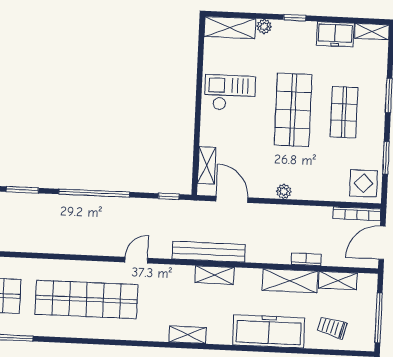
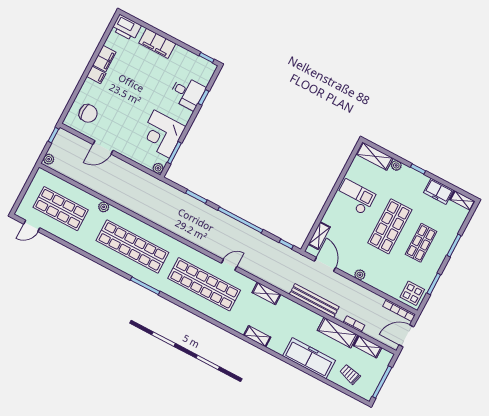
bench: (209, 252) -> (314, 301), moved
door: (136, 260) -> (229, 265), moved
shelving: (214, 275) -> (266, 293), moved

